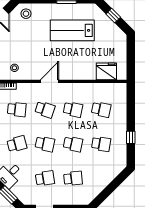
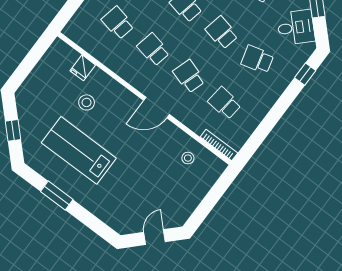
stool: (26, 14) -> (87, 102), moved
lab bench: (72, 30) -> (79, 150), turned 180
fridge: (106, 71) -> (83, 68), width x0.53, depth x0.75

